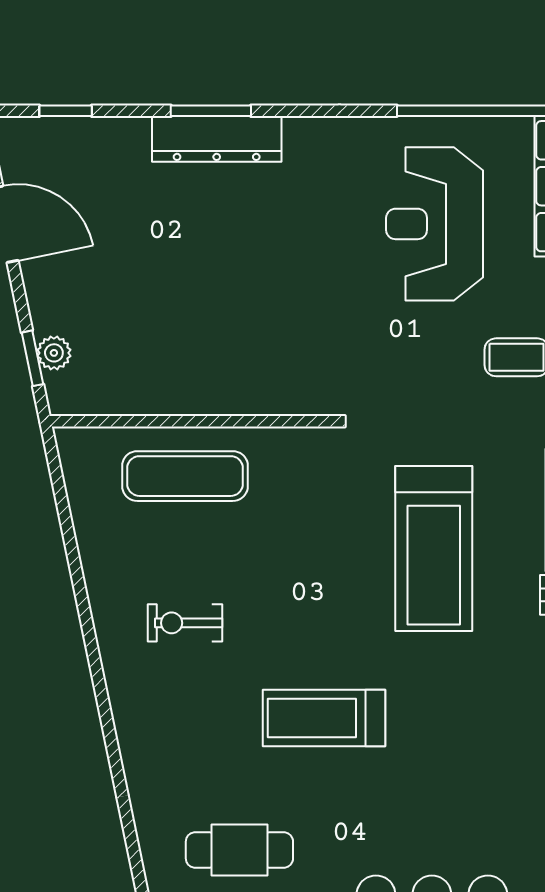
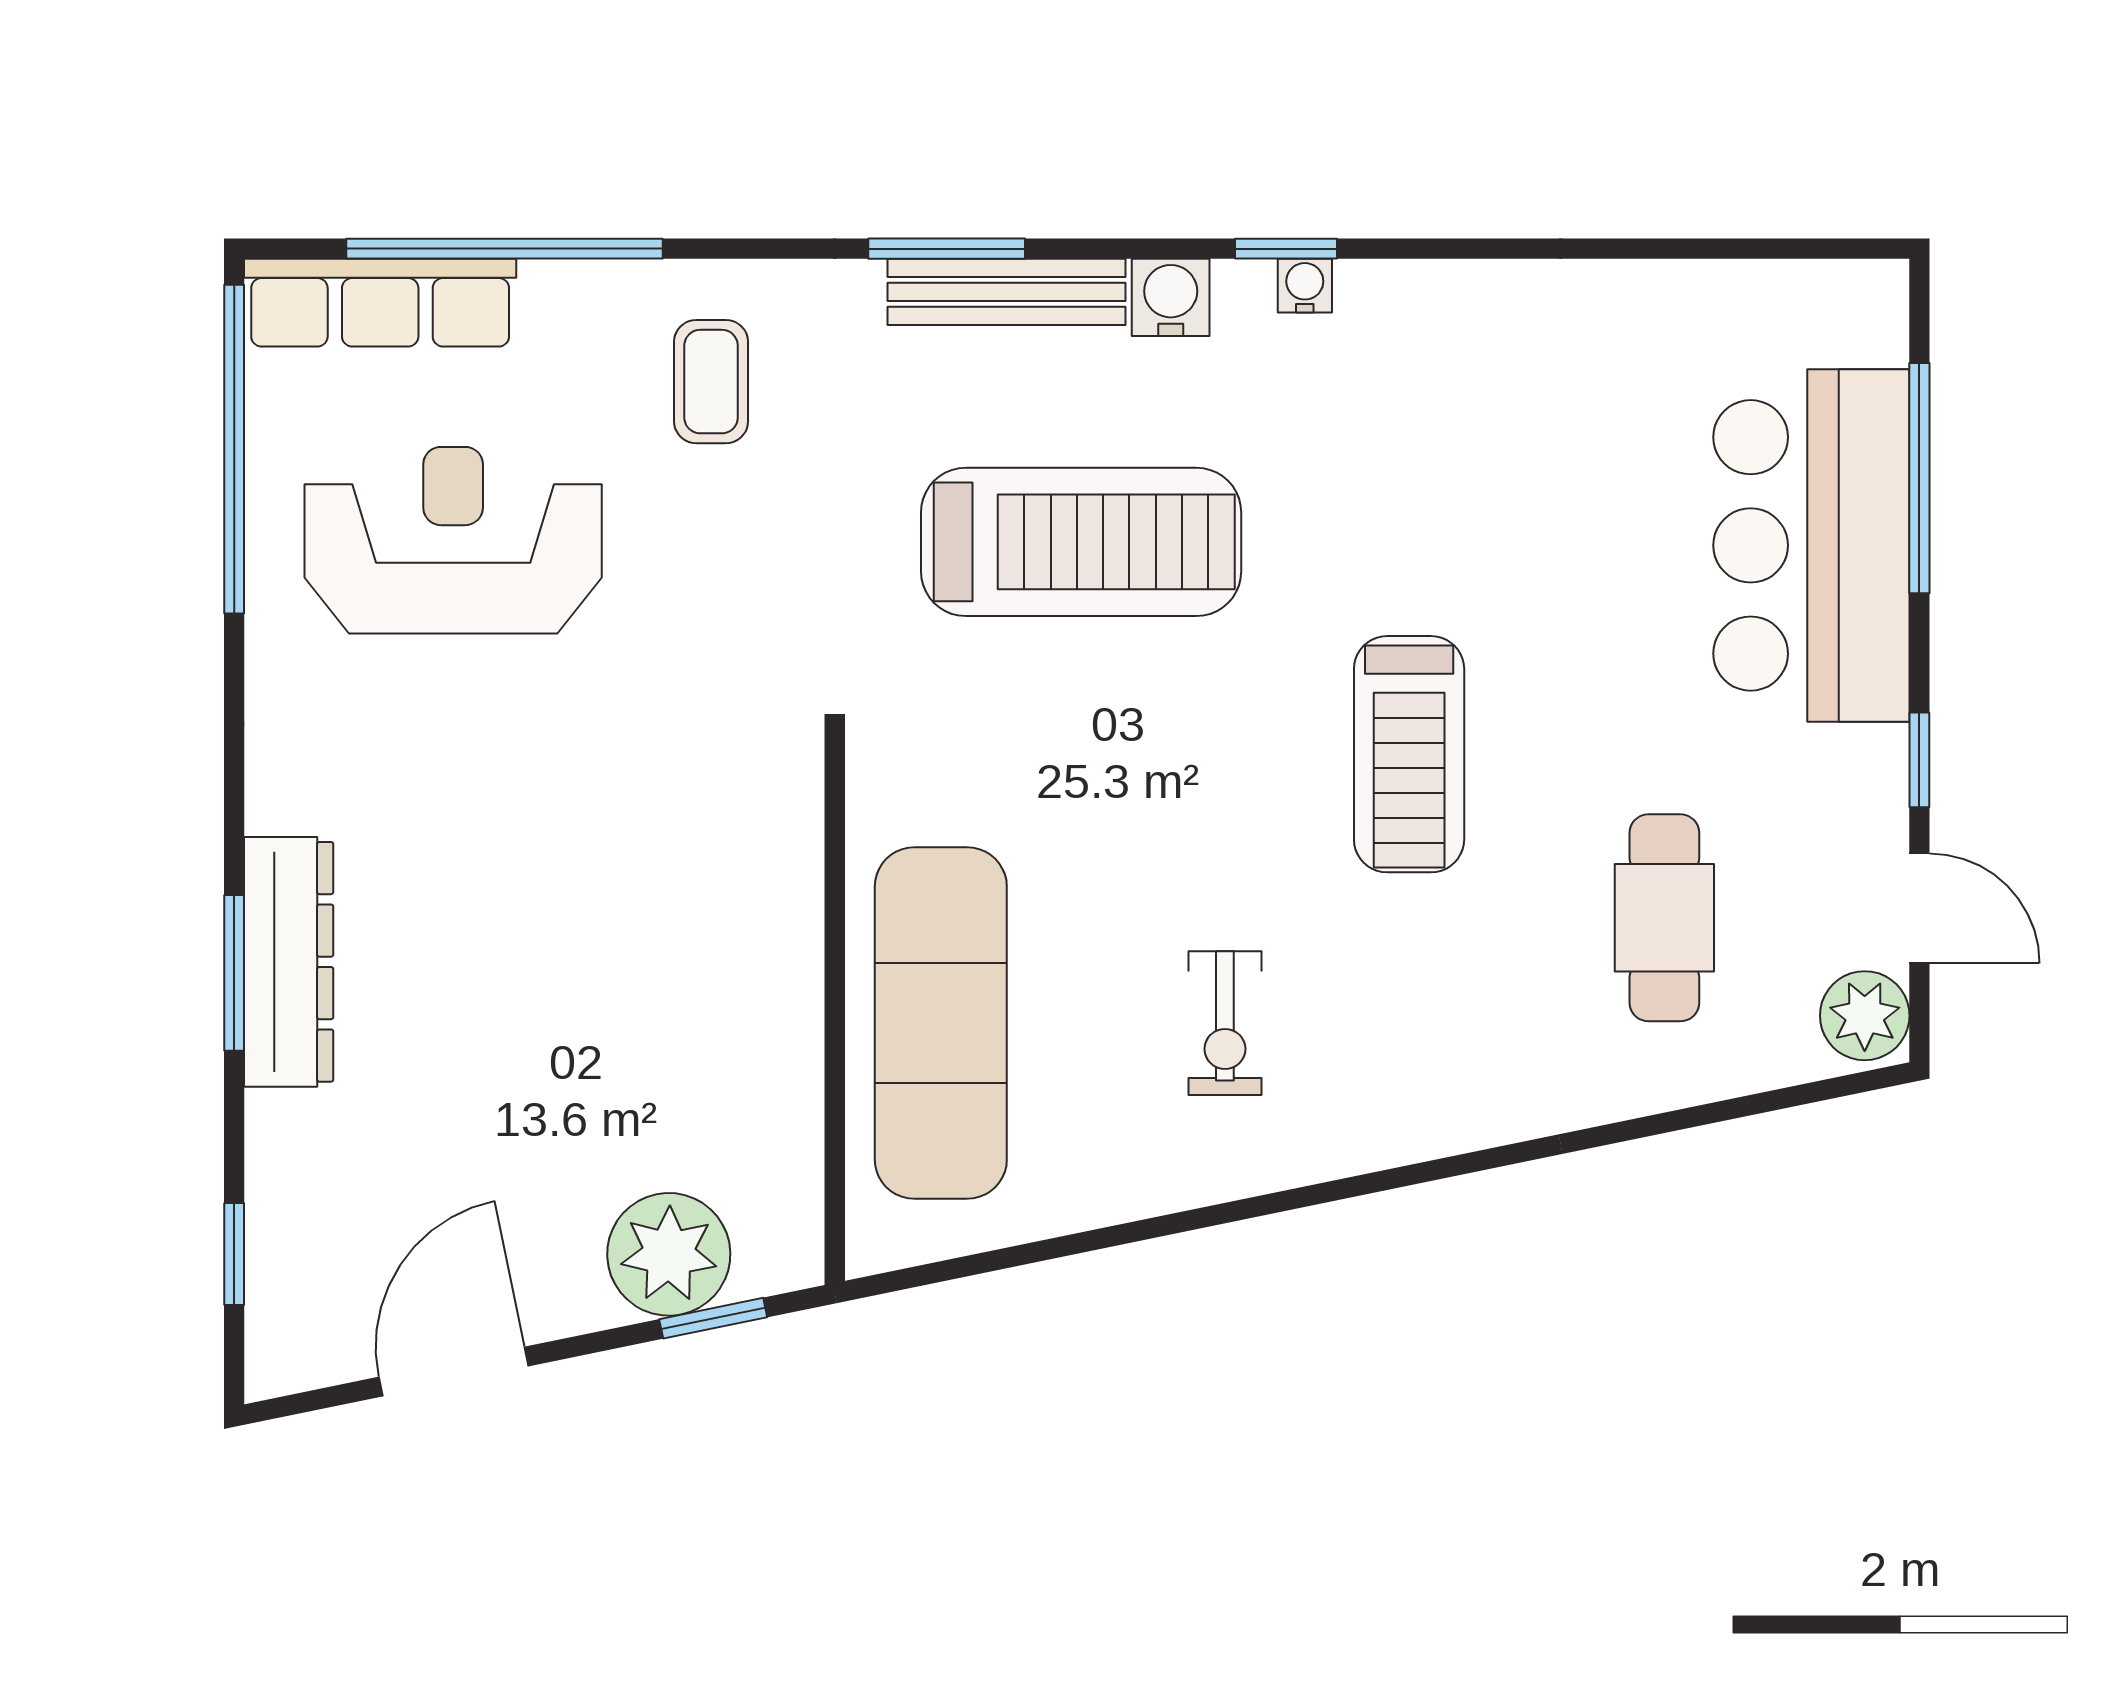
reception desk: (435, 224) -> (453, 540), turned 180
plant: (54, 353) -> (669, 1254), width x1.88, depth x1.88
exercise mat: (185, 476) -> (941, 1023), width x1.36, depth x1.45

